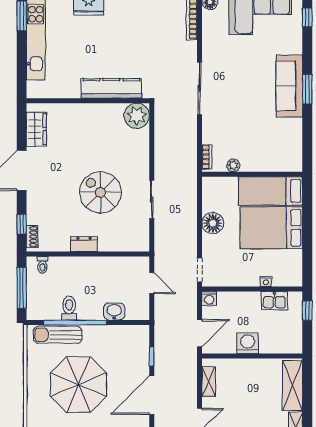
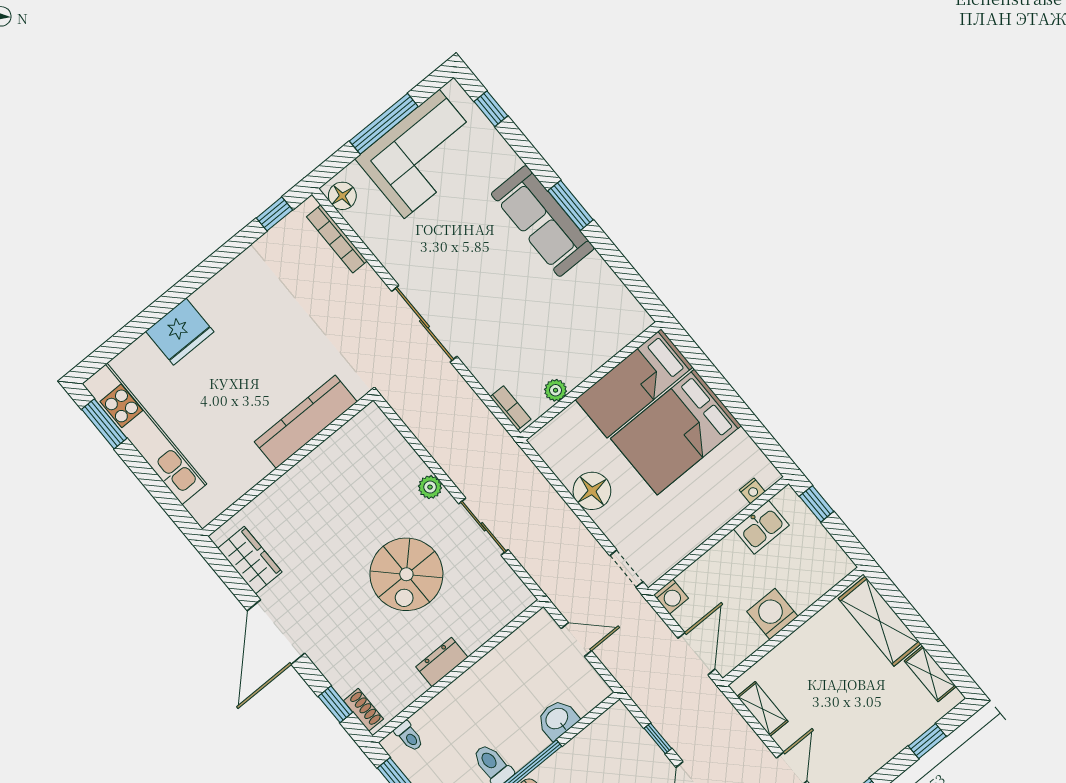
plant: (137, 116) -> (430, 487), moved, width x0.53, depth x0.53
spiral stairs: (100, 192) -> (406, 574), turned -90
nightstand: (266, 282) -> (752, 491), moved

